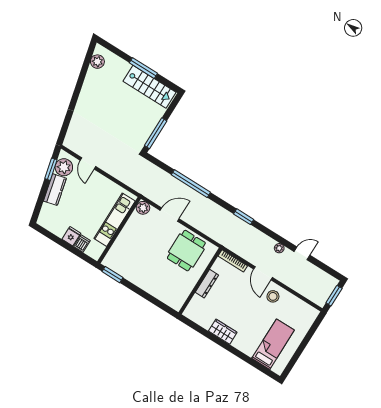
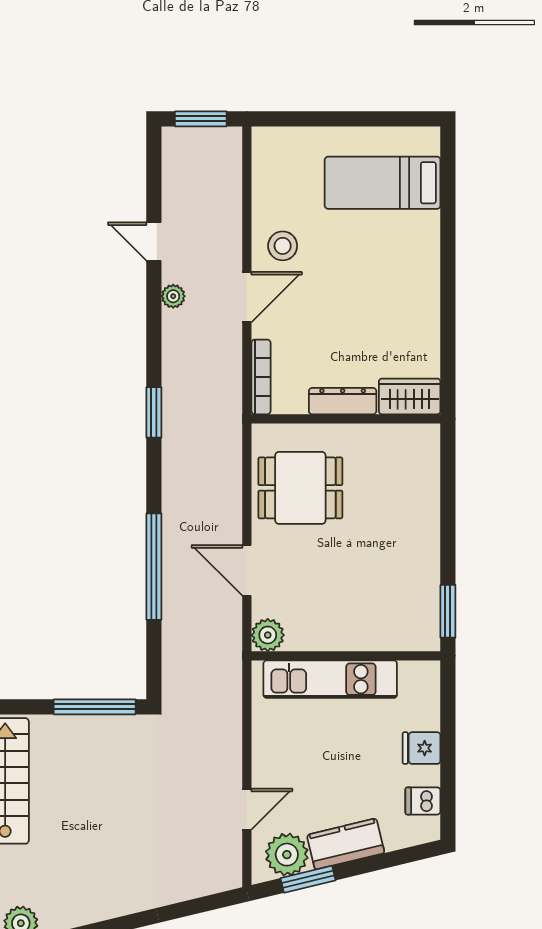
dishwasher: (82, 243) -> (423, 801), moved
wardrobe: (223, 332) -> (410, 396), moved, turned 90

